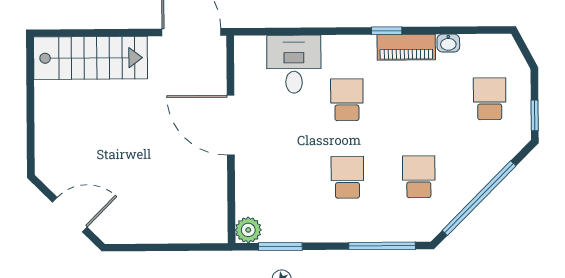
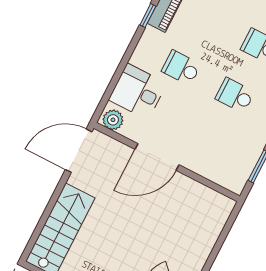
plant: (248, 230) -> (113, 120), moved

